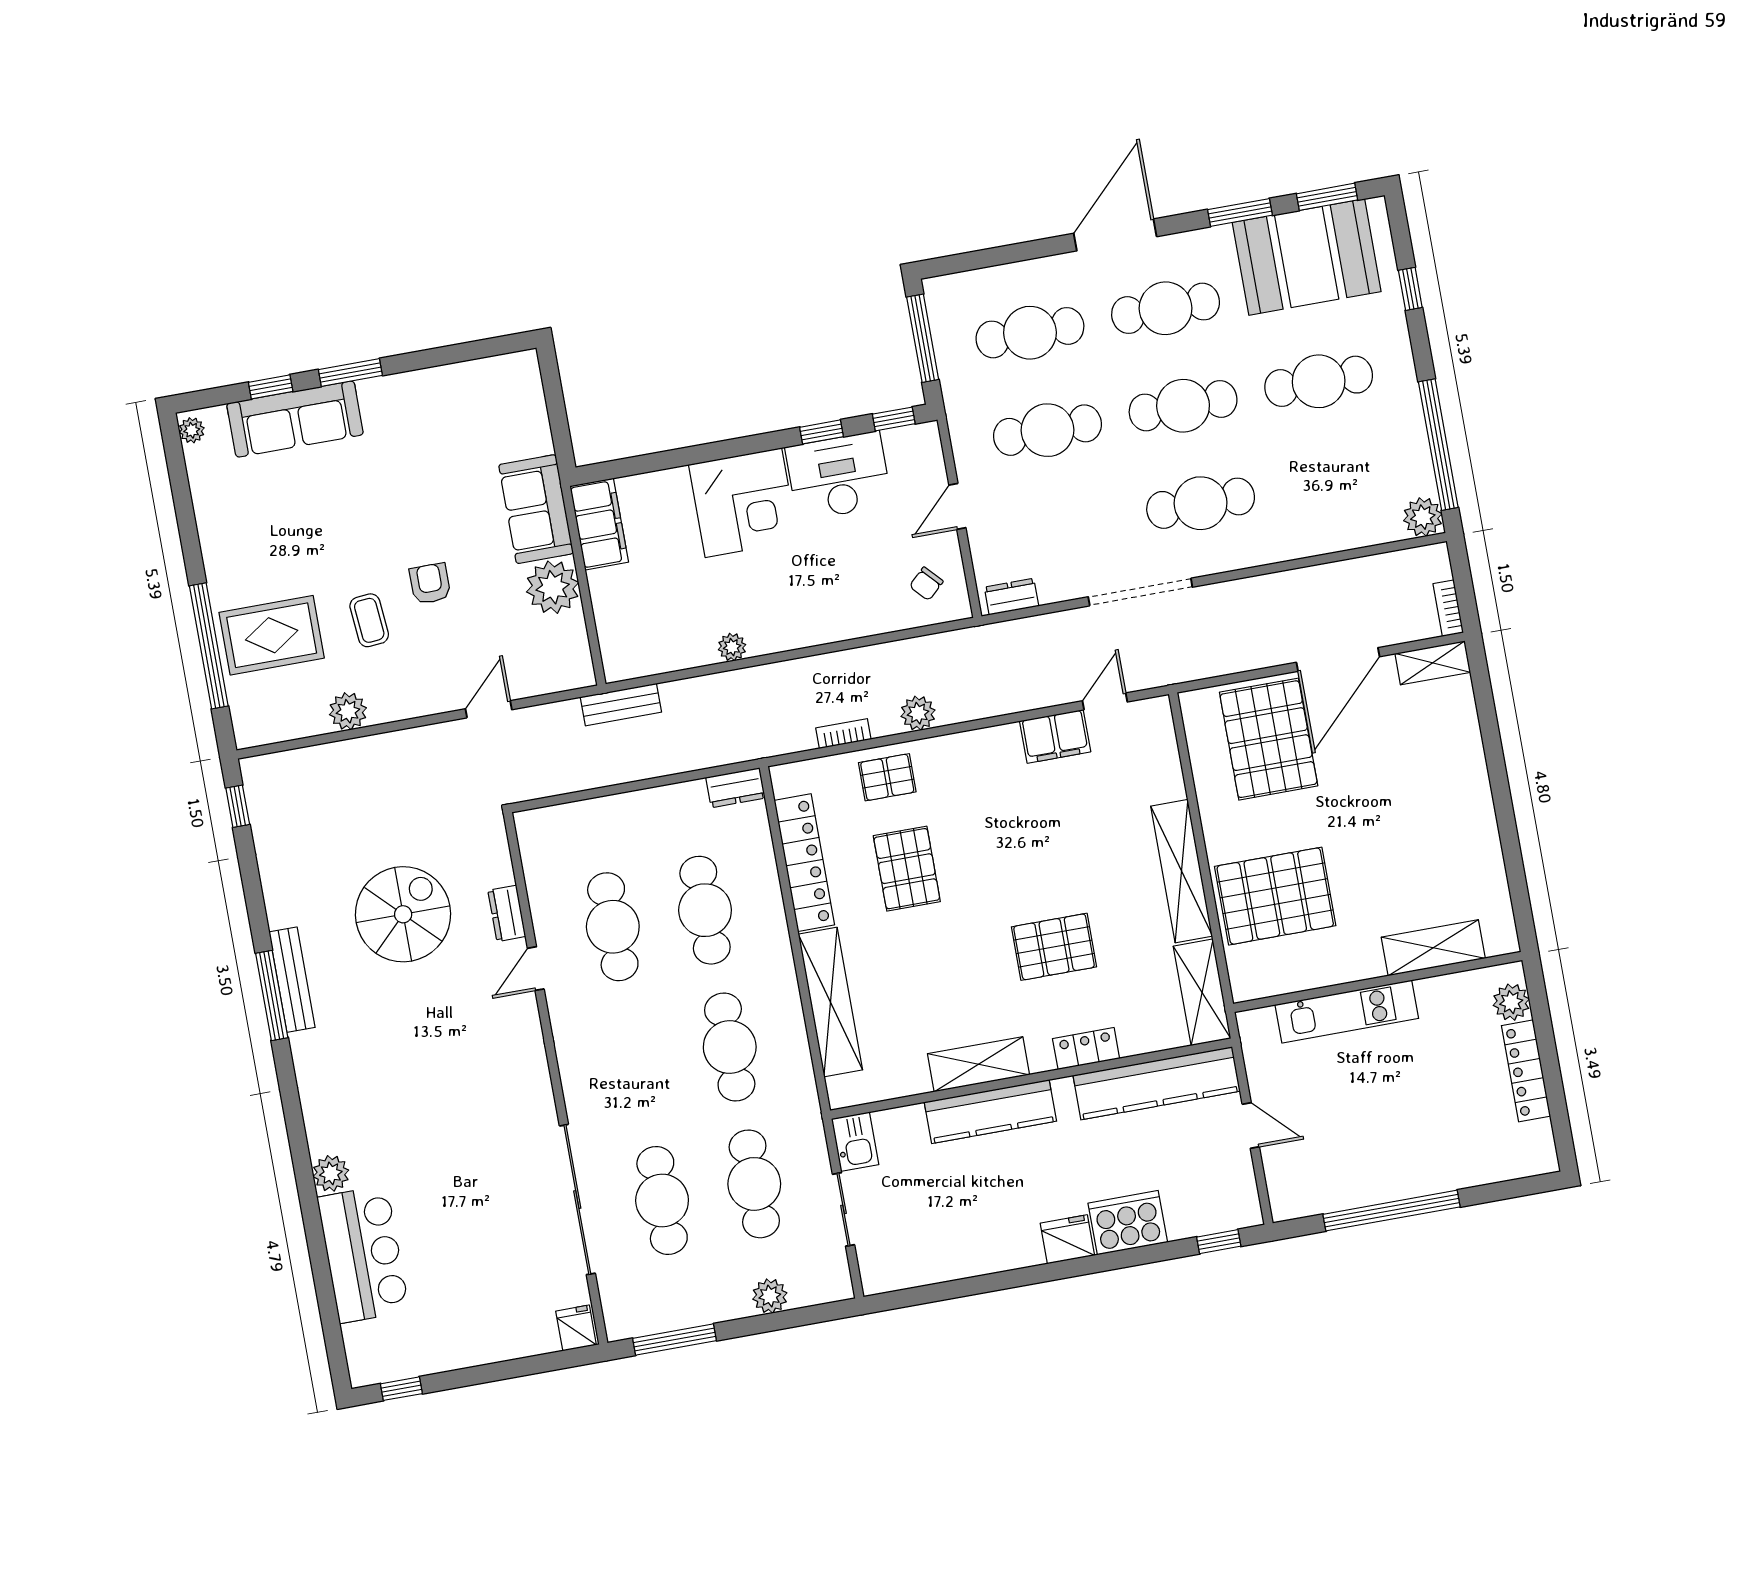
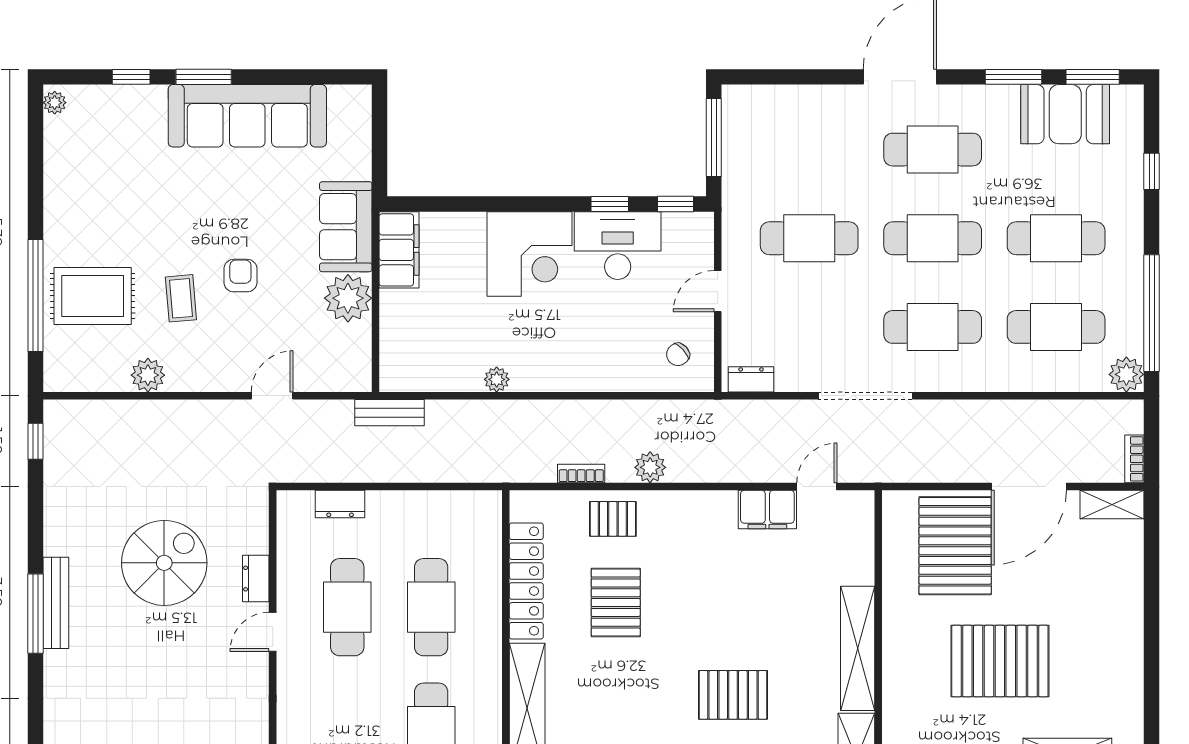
booth: (1307, 257) -> (1065, 114), width x0.73, depth x0.70
cafe table: (1030, 333) -> (1056, 327), moved
sofa: (295, 419) -> (247, 116), moved, width x1.36, depth x1.27
dresser: (736, 788) -> (340, 504), moved
pallet: (1275, 896) -> (1000, 661), moved

